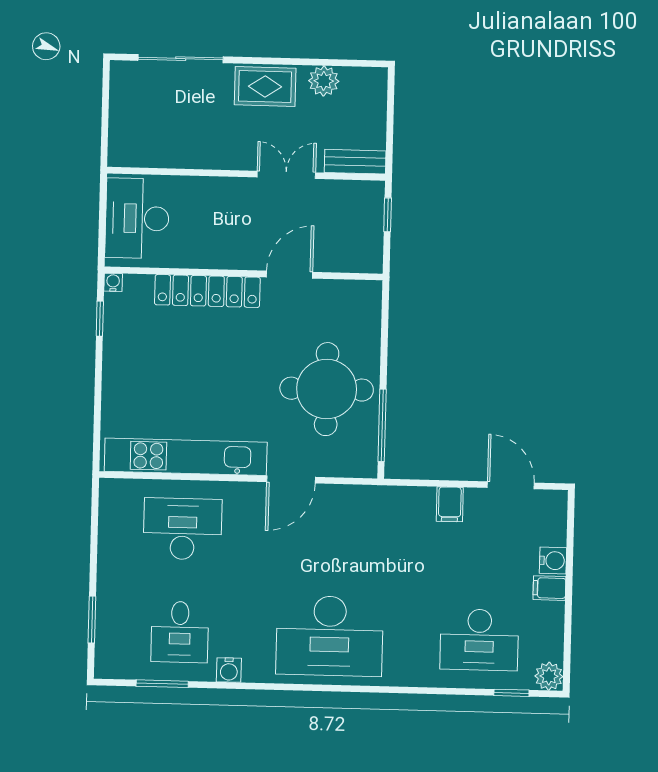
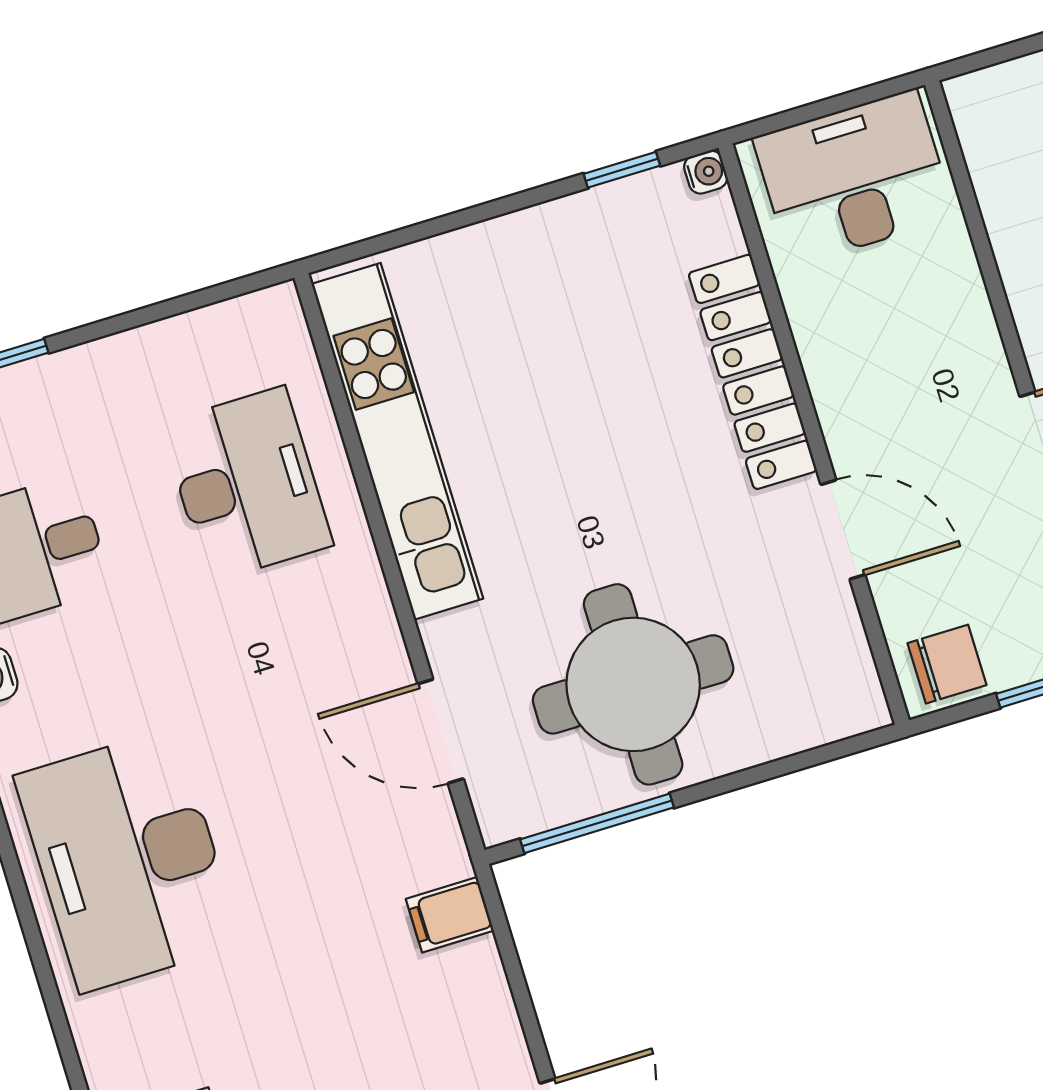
chair: (364, 249) -> (947, 664), added
door: (291, 479) -> (441, 731), moved
filing cabinet: (450, 504) -> (450, 915), moved

